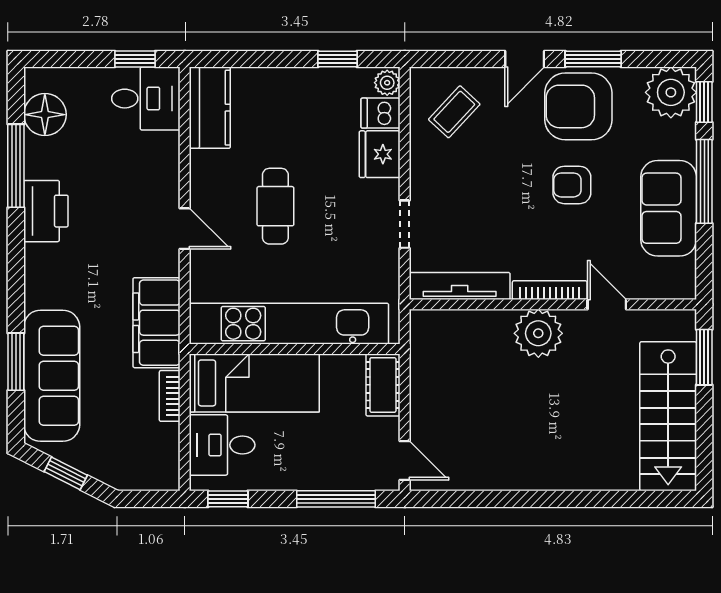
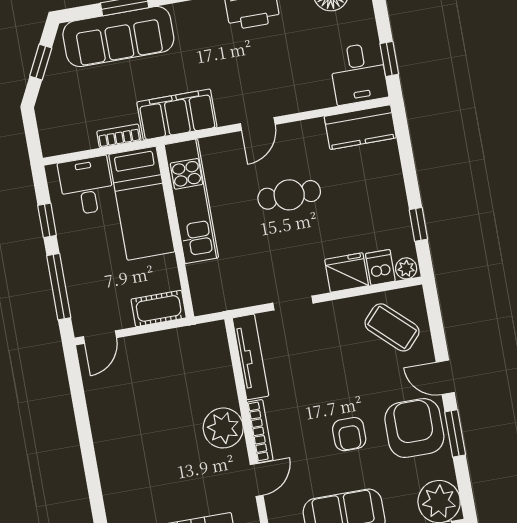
coffee table: (454, 112) -> (392, 327), width x1.36, depth x1.30
armchair: (572, 185) -> (349, 434), turned 180
kitchen unit: (289, 324) -> (191, 201), width x0.73
window: (228, 499) -> (47, 220), moved

